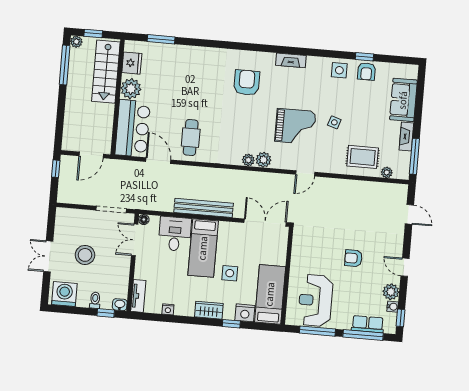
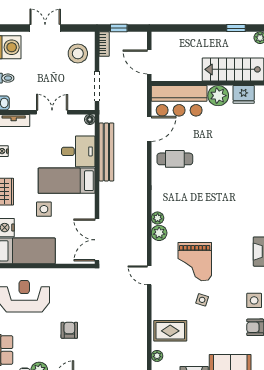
window: (65, 65) -> (236, 28), width x0.46
armchair: (247, 83) -> (234, 210), removed
rug: (363, 157) -> (170, 331), turned 90
window: (56, 169) -> (119, 28), moved
bookcase: (69, 199) -> (104, 44), added
bench: (204, 208) -> (106, 152), moved
double door: (265, 223) -> (97, 240), swing flipped
double door: (135, 240) -> (52, 112), moved
stool: (85, 255) -> (78, 53), moved

